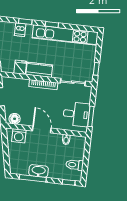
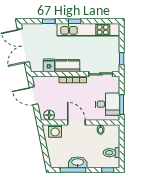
dishwasher: (20, 30) -> (45, 30), removed

